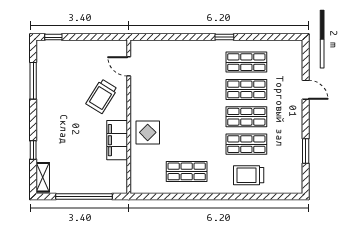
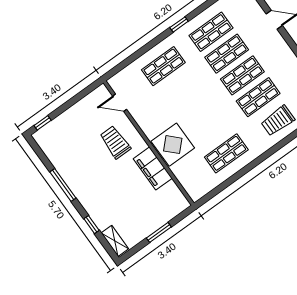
shop shelf: (187, 62) -> (163, 66), added
window: (33, 81) -> (63, 185), moved
trolley: (102, 96) -> (115, 142), turned 148
display table: (148, 132) -> (173, 145), width x1.36, depth x1.36
window: (84, 196) -> (159, 232), width x0.47

